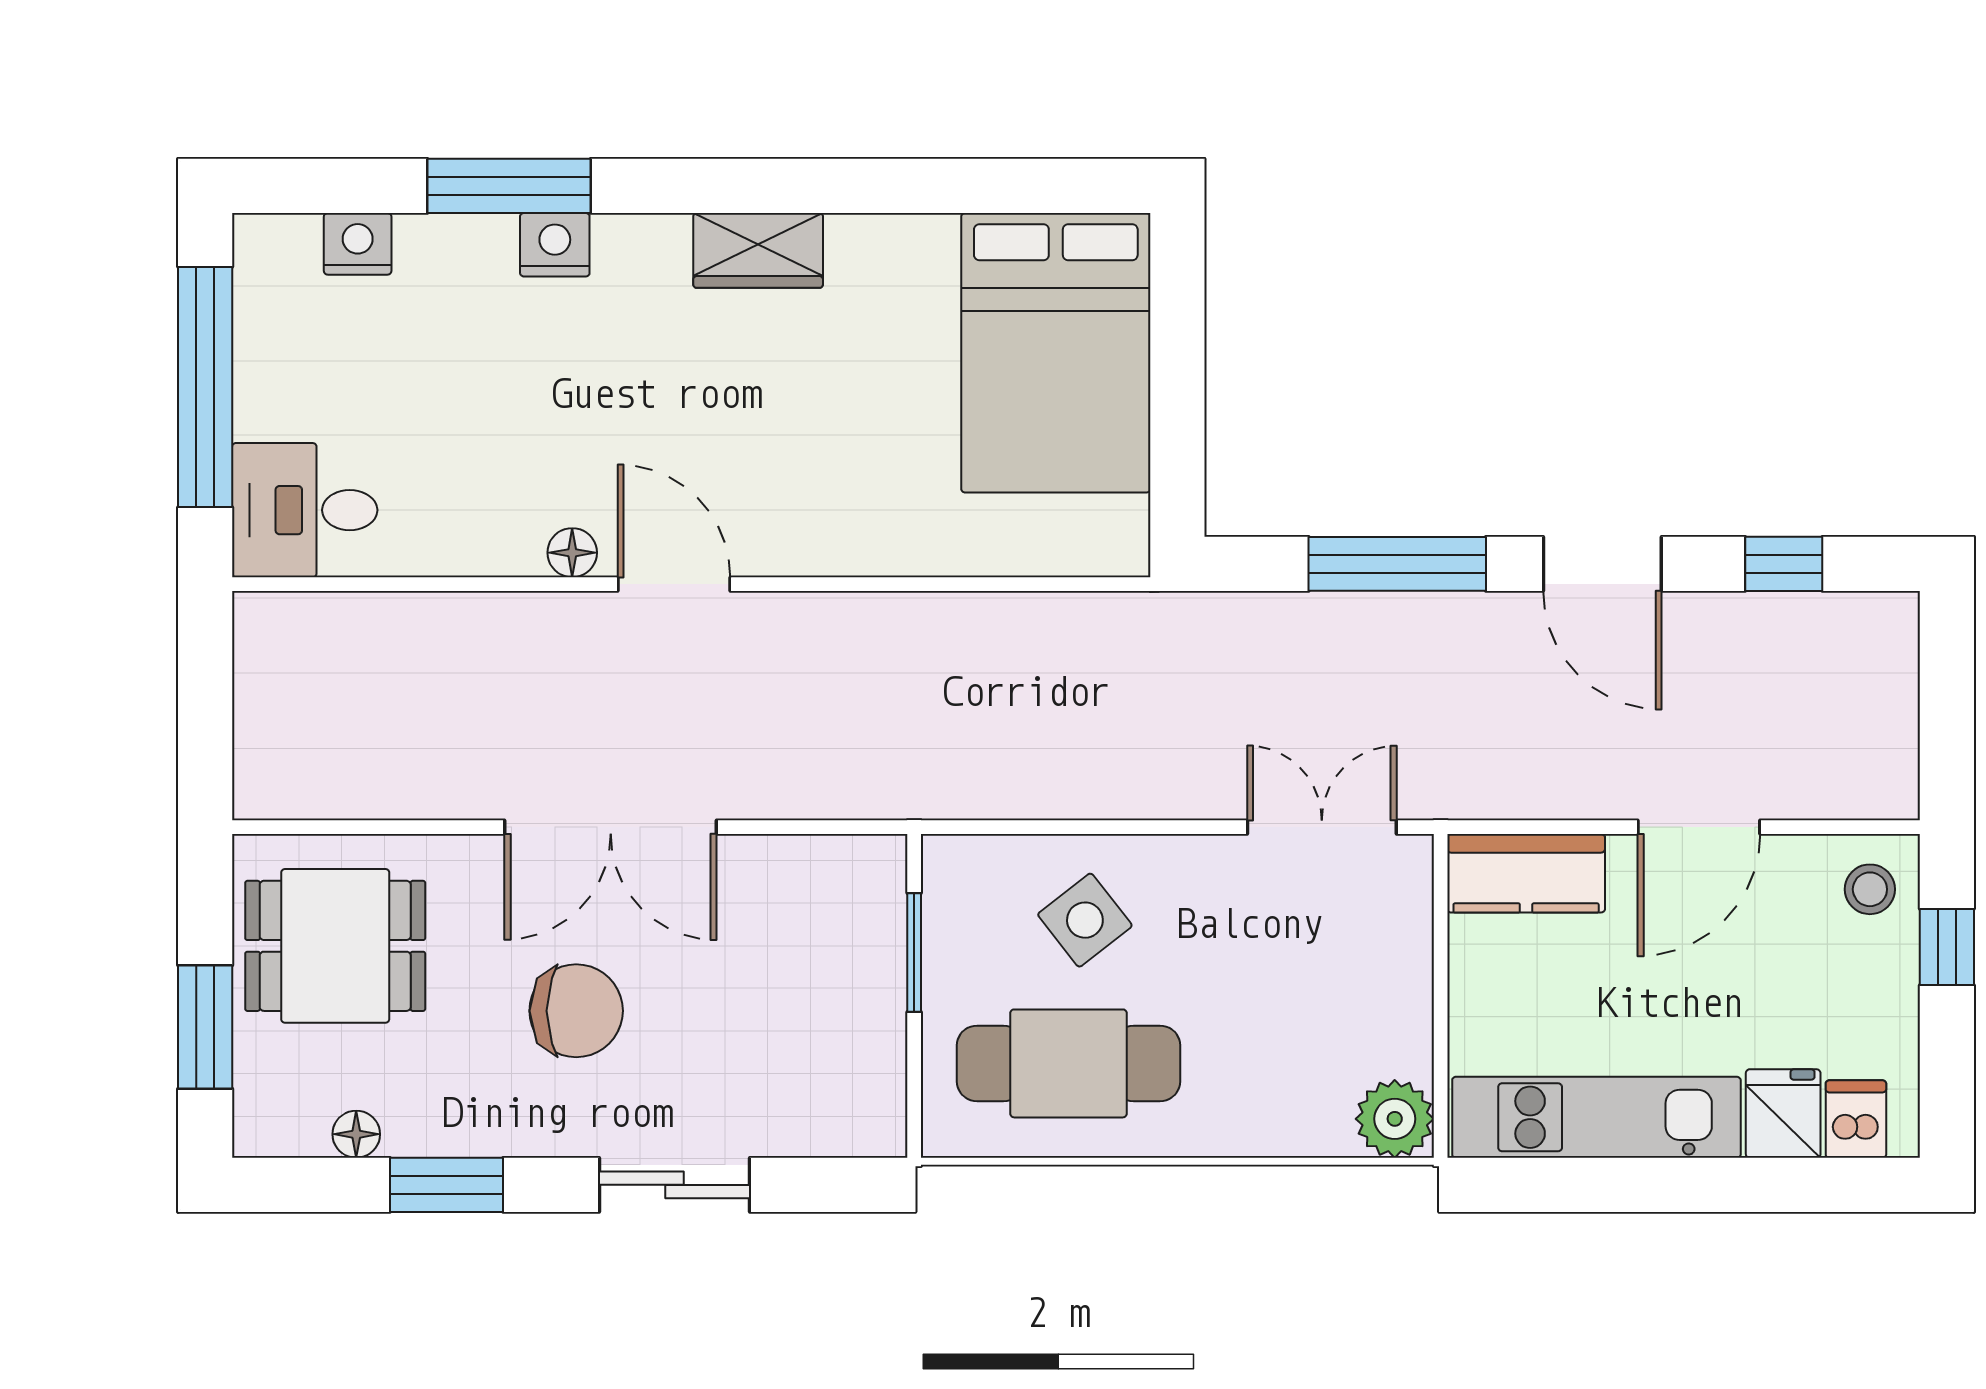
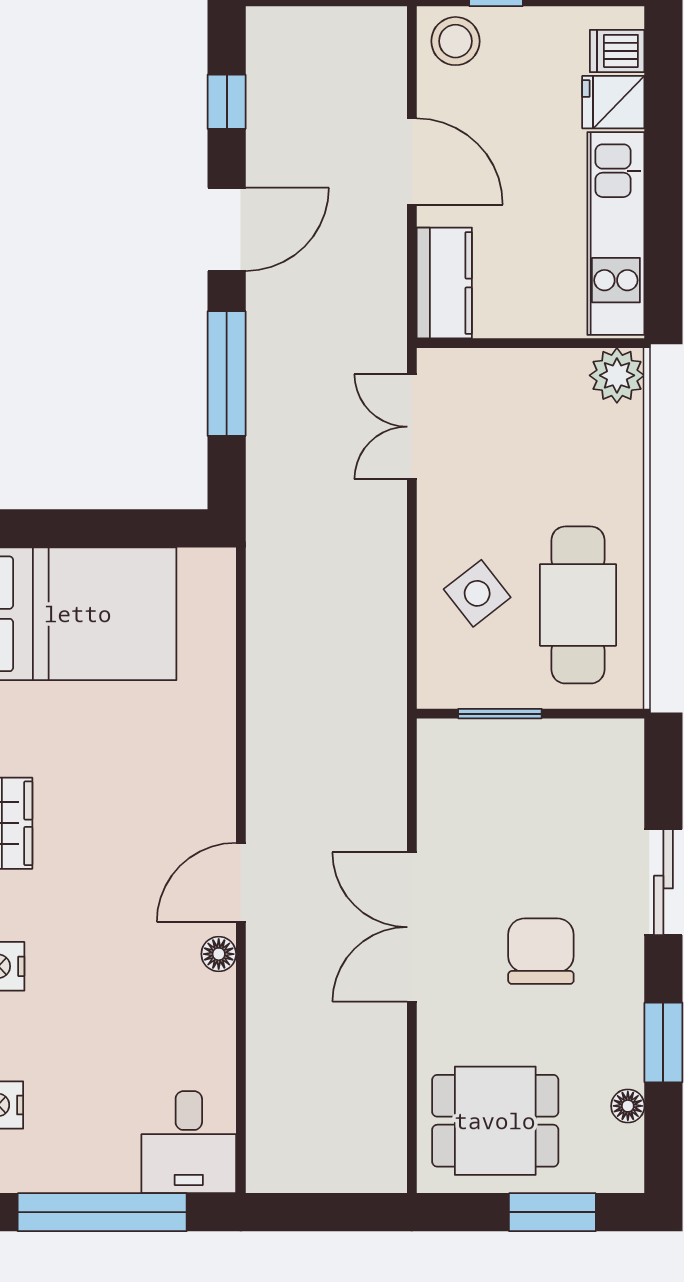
double door: (611, 827) -> (412, 927), swing flipped
stool: (1870, 889) -> (455, 41), width x1.37, depth x1.37
dining table: (335, 946) -> (495, 1121), turned 90

